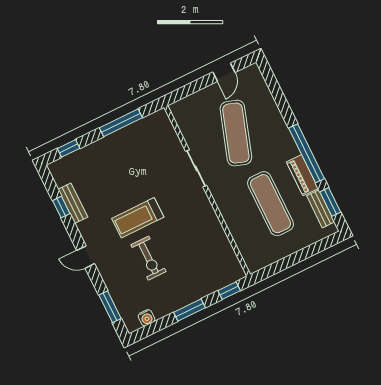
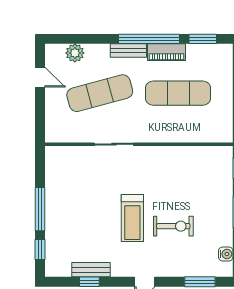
plant: (261, 93) -> (75, 53), added
window: (121, 123) -> (40, 209), moved
exercise mat: (236, 133) -> (100, 93), turned -33
bench: (321, 209) -> (128, 51), moved

